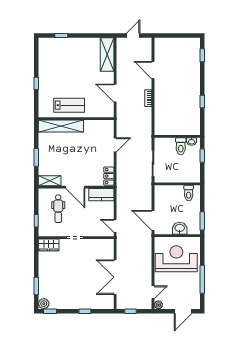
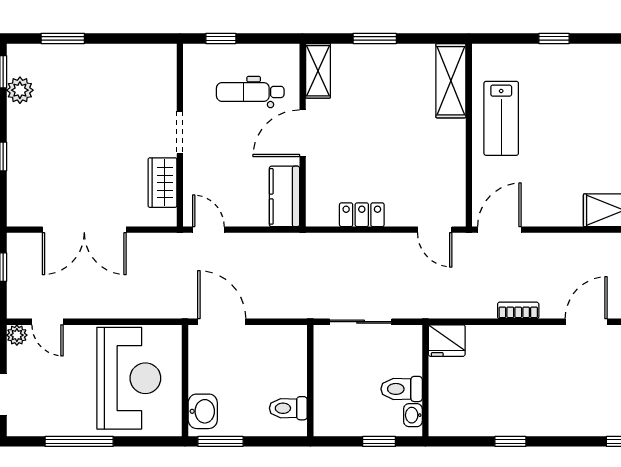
door: (115, 93) -> (499, 230), moved
shelving: (61, 126) -> (451, 81), width x0.68
fridge: (161, 128) -> (447, 341), added
door: (115, 145) -> (435, 230), moved
locker: (109, 176) -> (362, 215), moved
door: (153, 220) -> (222, 322), hinge flipped
door: (115, 226) -> (208, 230), hinge flipped
washbasin: (180, 228) -> (203, 411), moved
wardrobe: (49, 245) -> (162, 183), moved
double door: (115, 277) -> (84, 230), swing flipped
plant: (44, 304) -> (20, 90), moved

